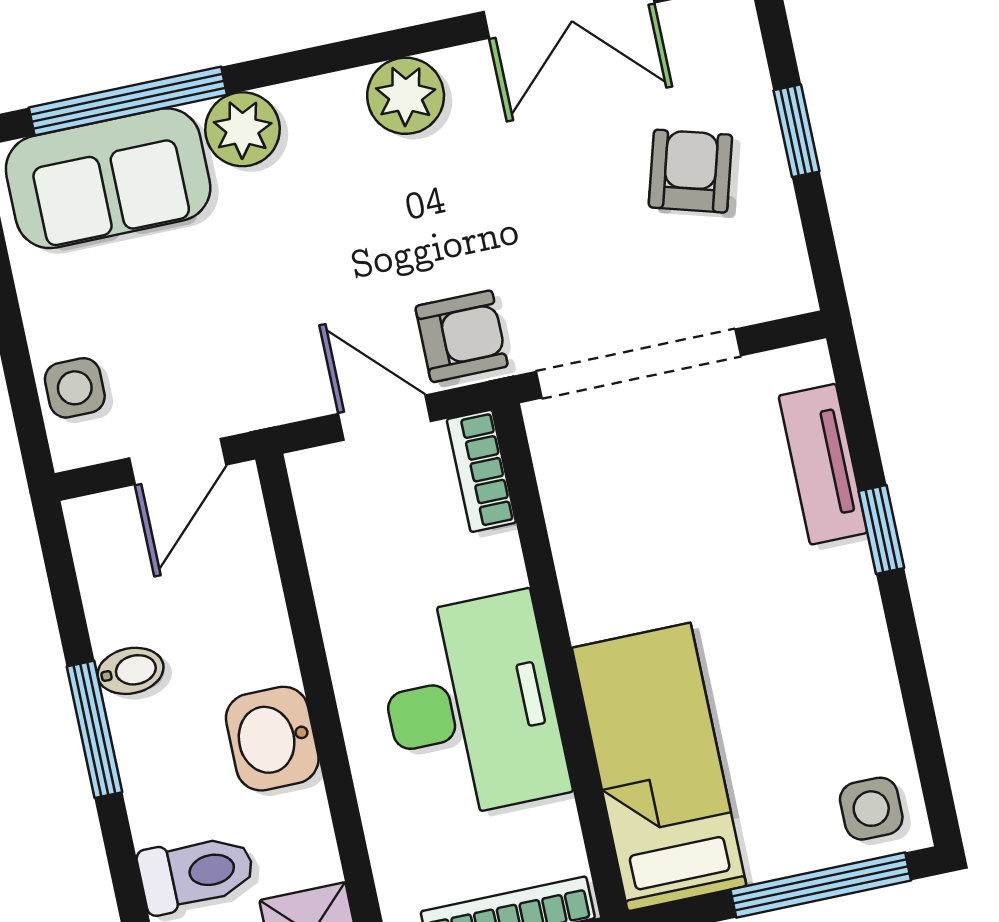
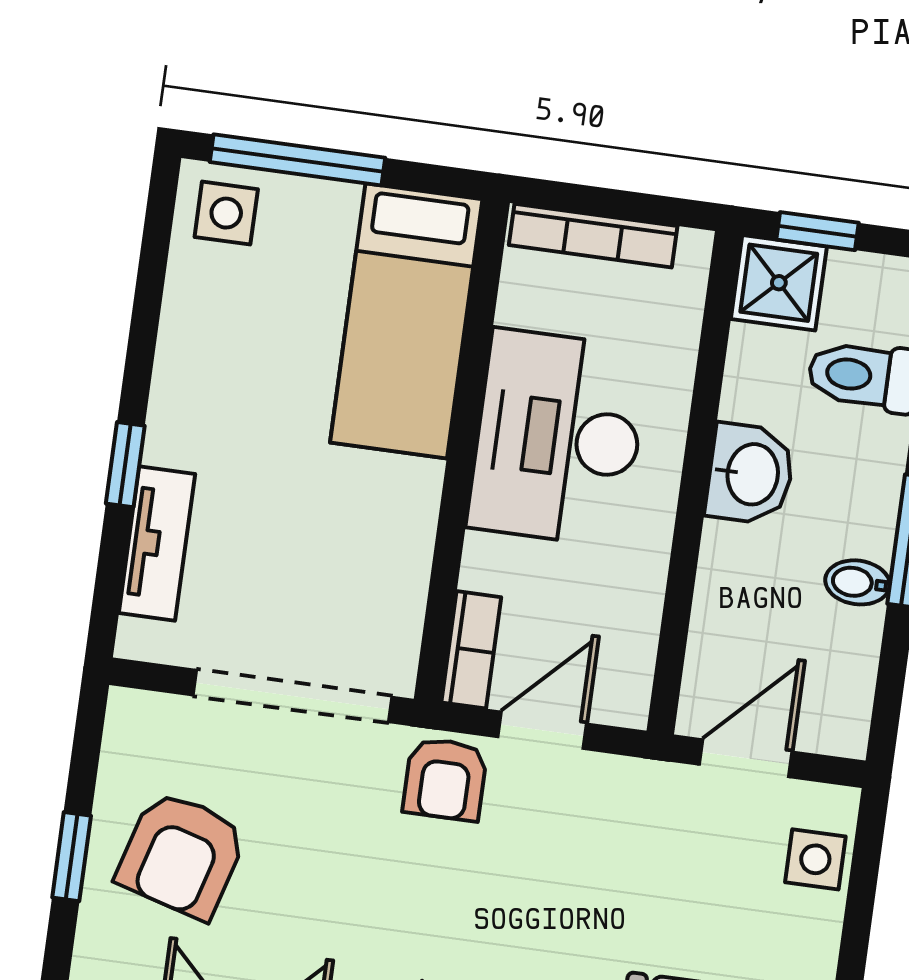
armchair: (690, 171) -> (182, 855), width x1.38, depth x1.38
armchair: (462, 336) -> (445, 779), turned -90
door: (385, 418) -> (542, 730), swing flipped

